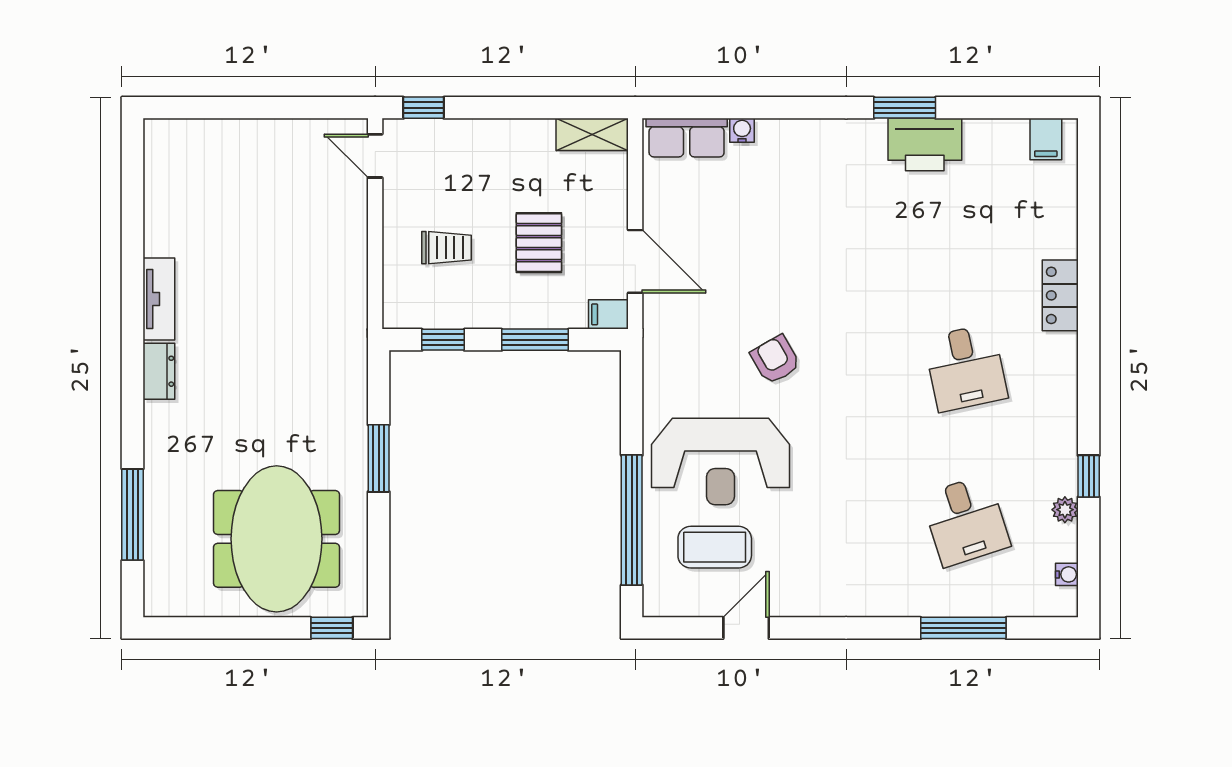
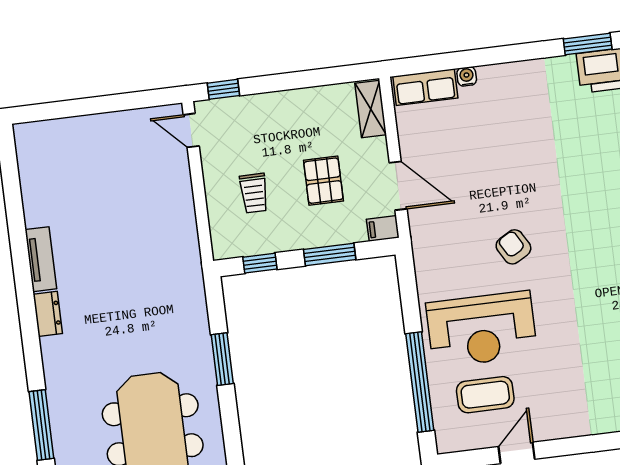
shelving: (592, 134) -> (371, 109), moved, turned 90
trolley: (447, 248) -> (254, 193), turned 90

